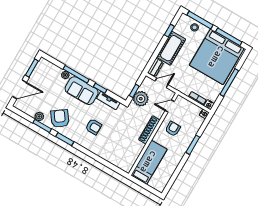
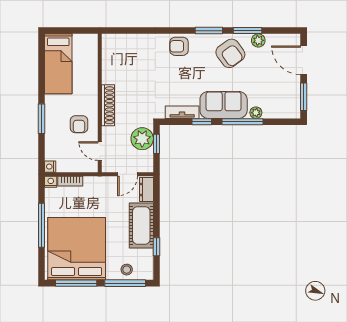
door: (19, 89) -> (304, 60), hinge flipped
door: (170, 106) -> (100, 151), swing flipped
armchair: (94, 127) -> (179, 46), moved
bed: (149, 162) -> (58, 64), moved

